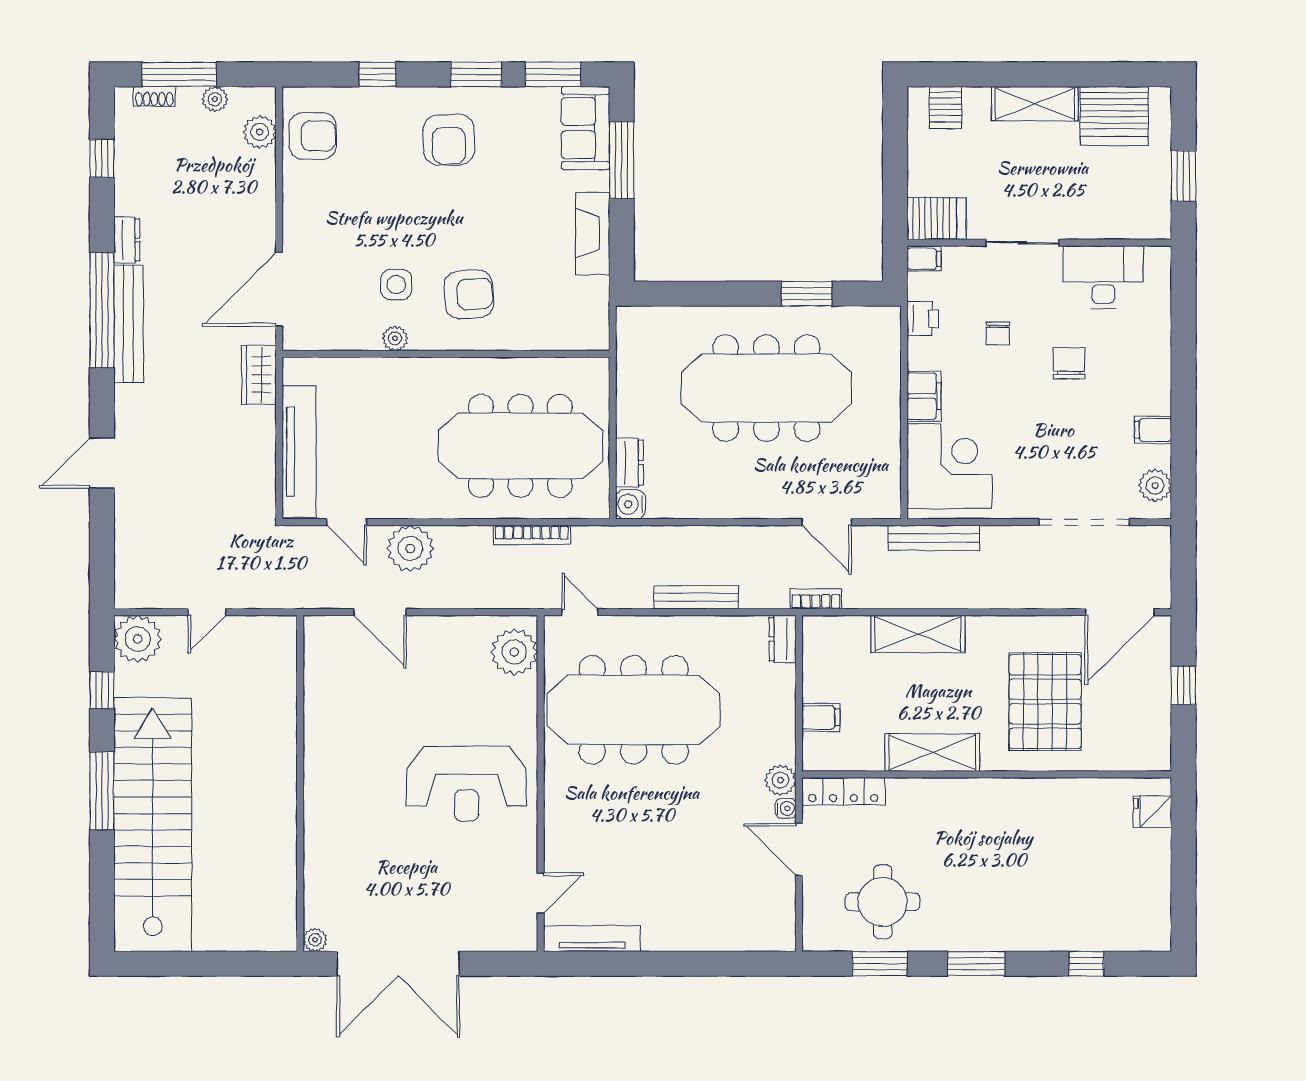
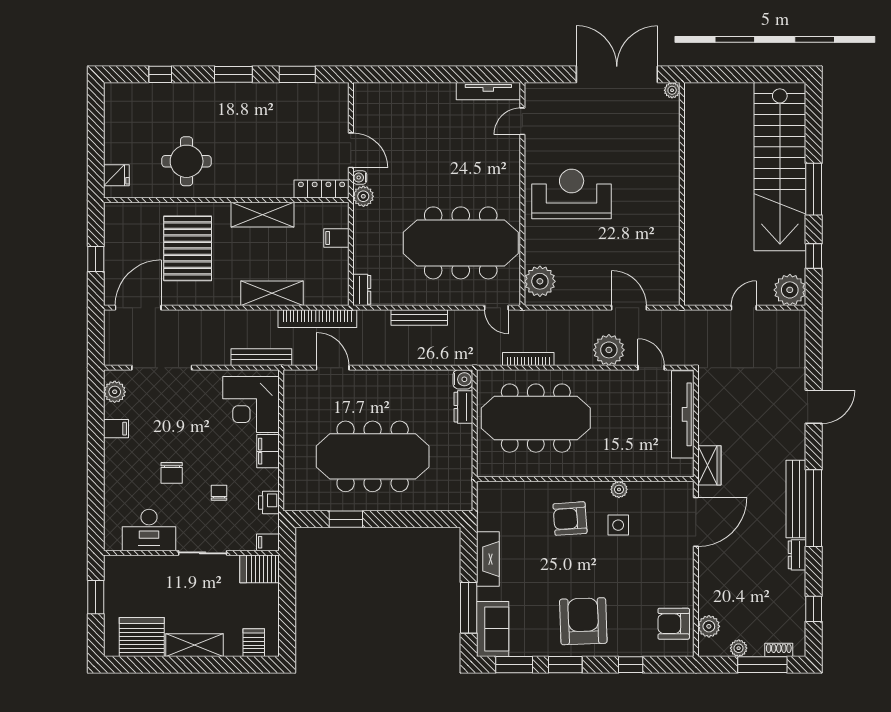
armchair: (449, 140) -> (583, 621), width x1.36, depth x1.36
bookcase: (816, 599) -> (317, 319), width x2.31, depth x1.31
round table: (883, 902) -> (187, 161), moved

